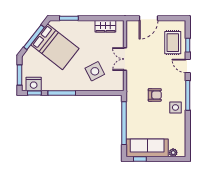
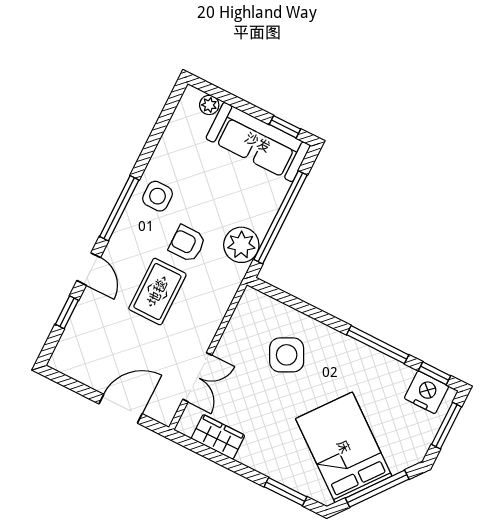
rug: (173, 43) -> (157, 292), moved
double door: (125, 59) -> (197, 377), moved
plant: (134, 105) -> (241, 245), added

